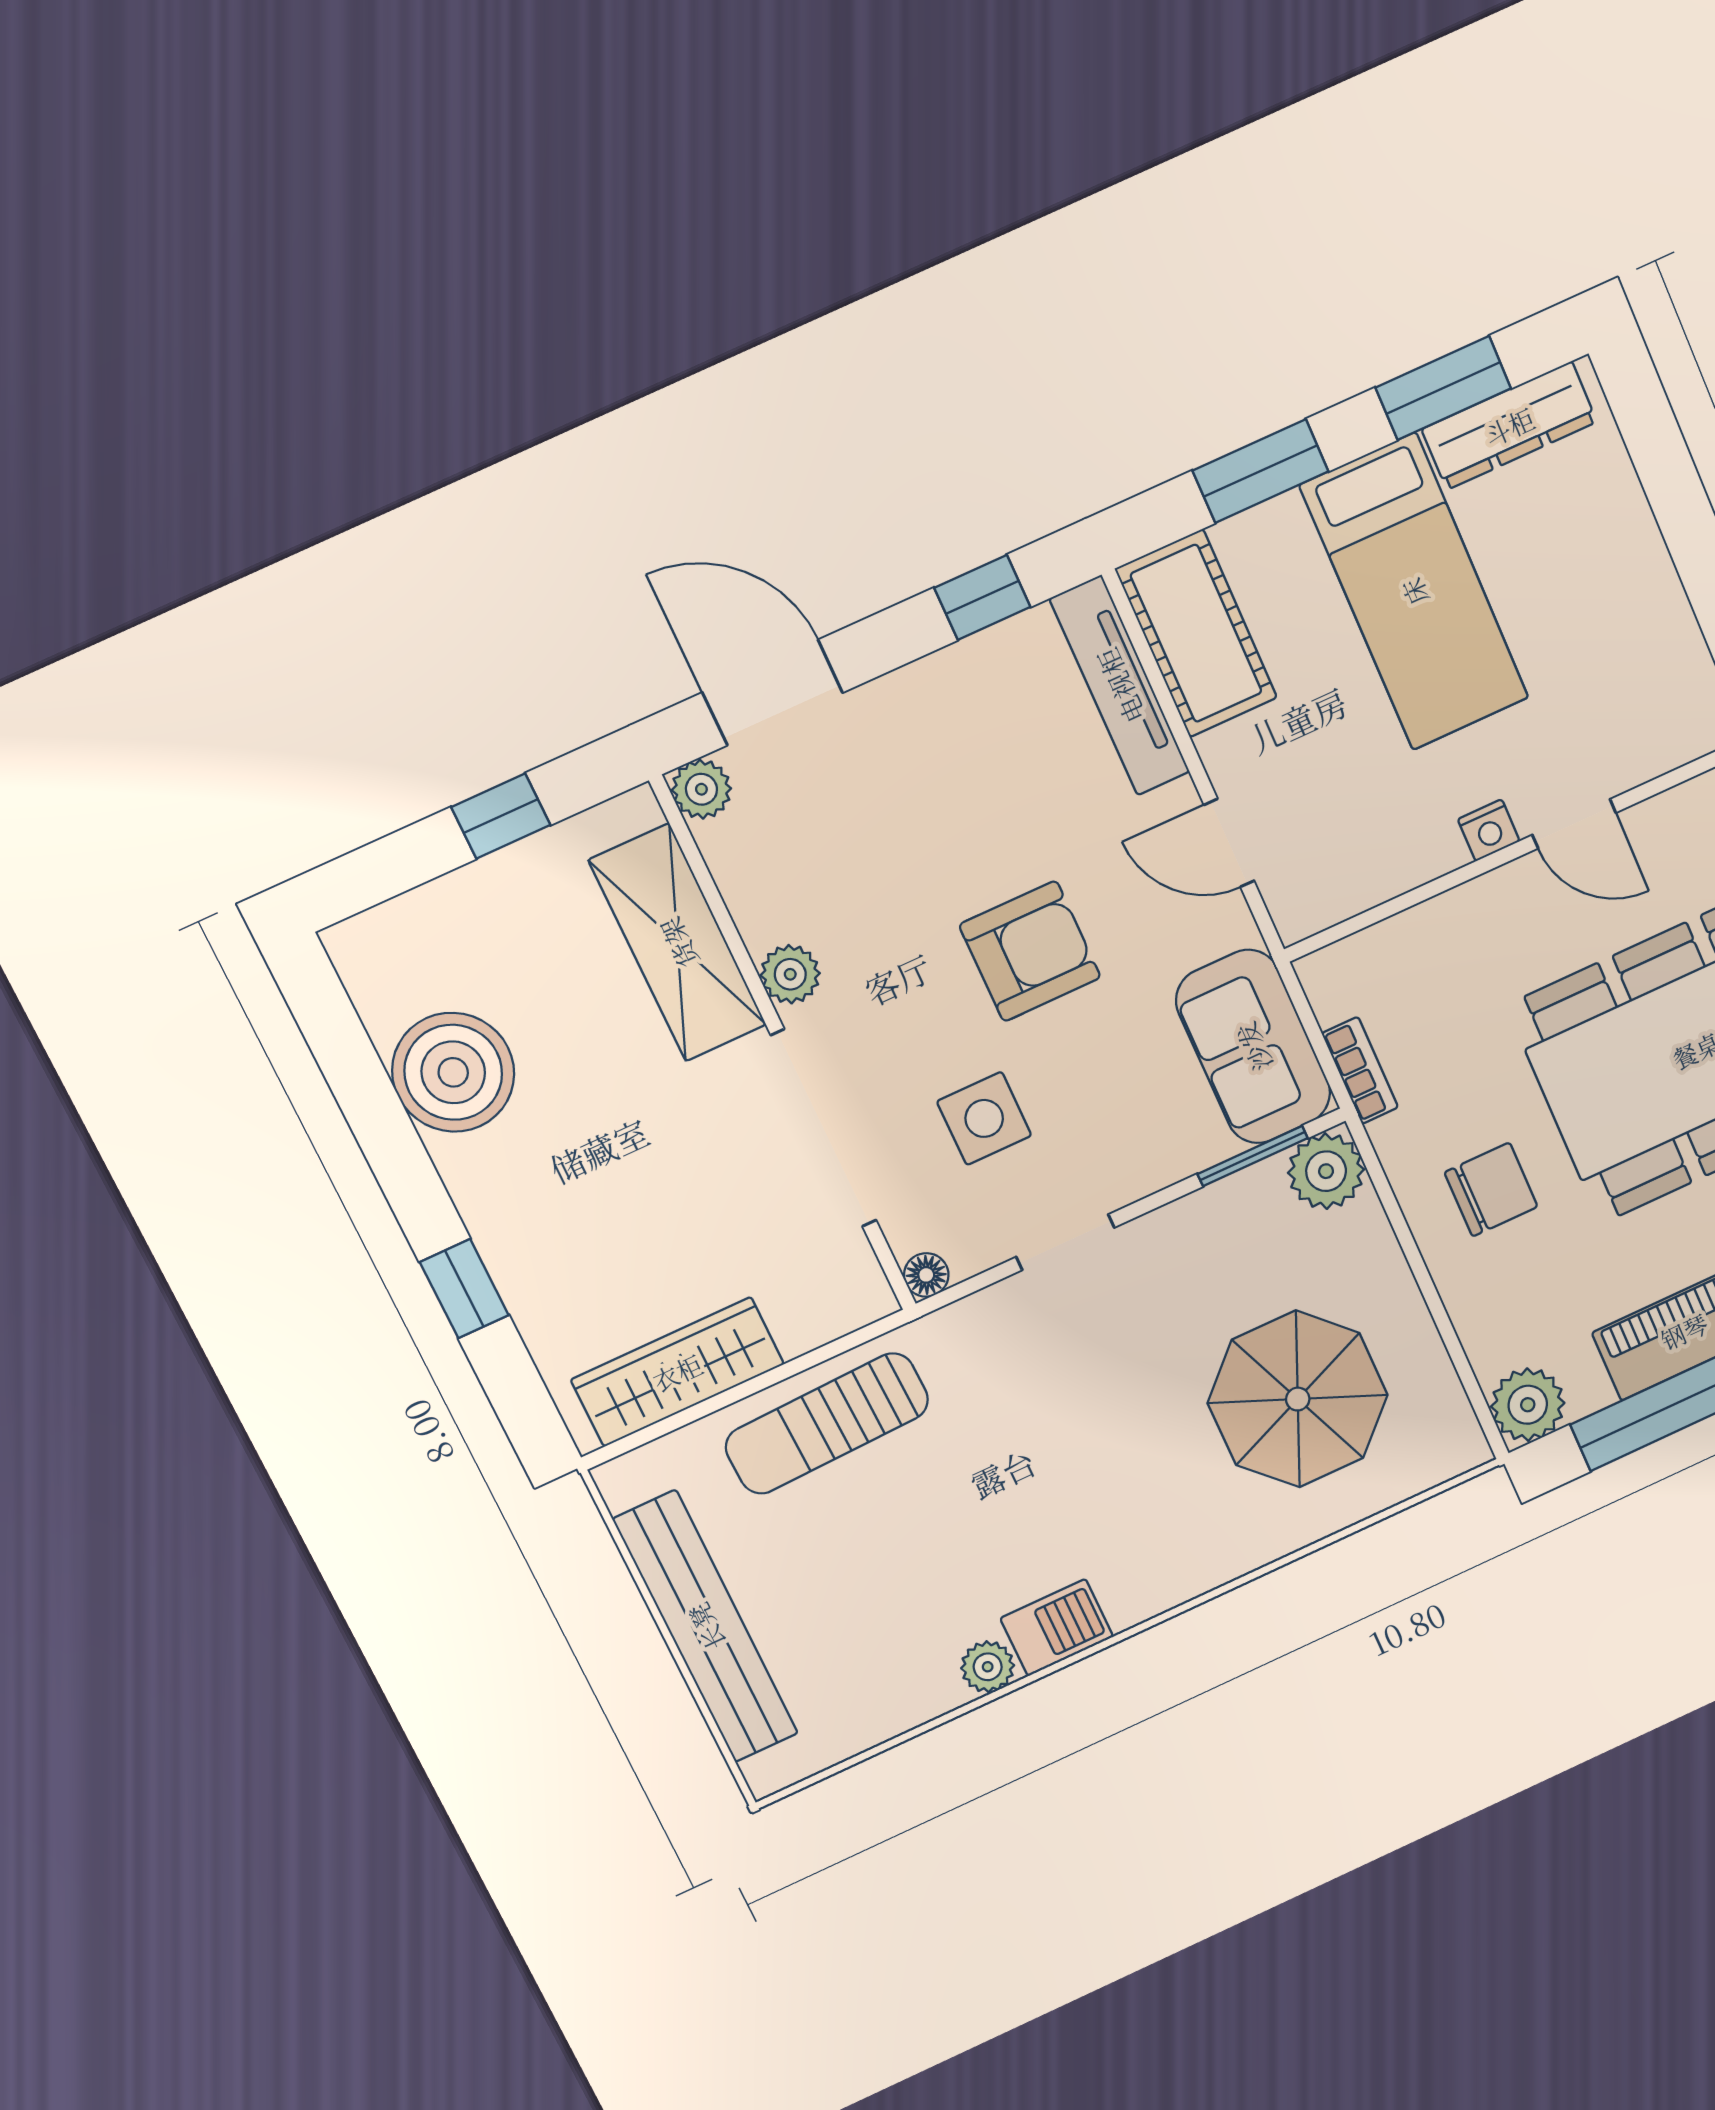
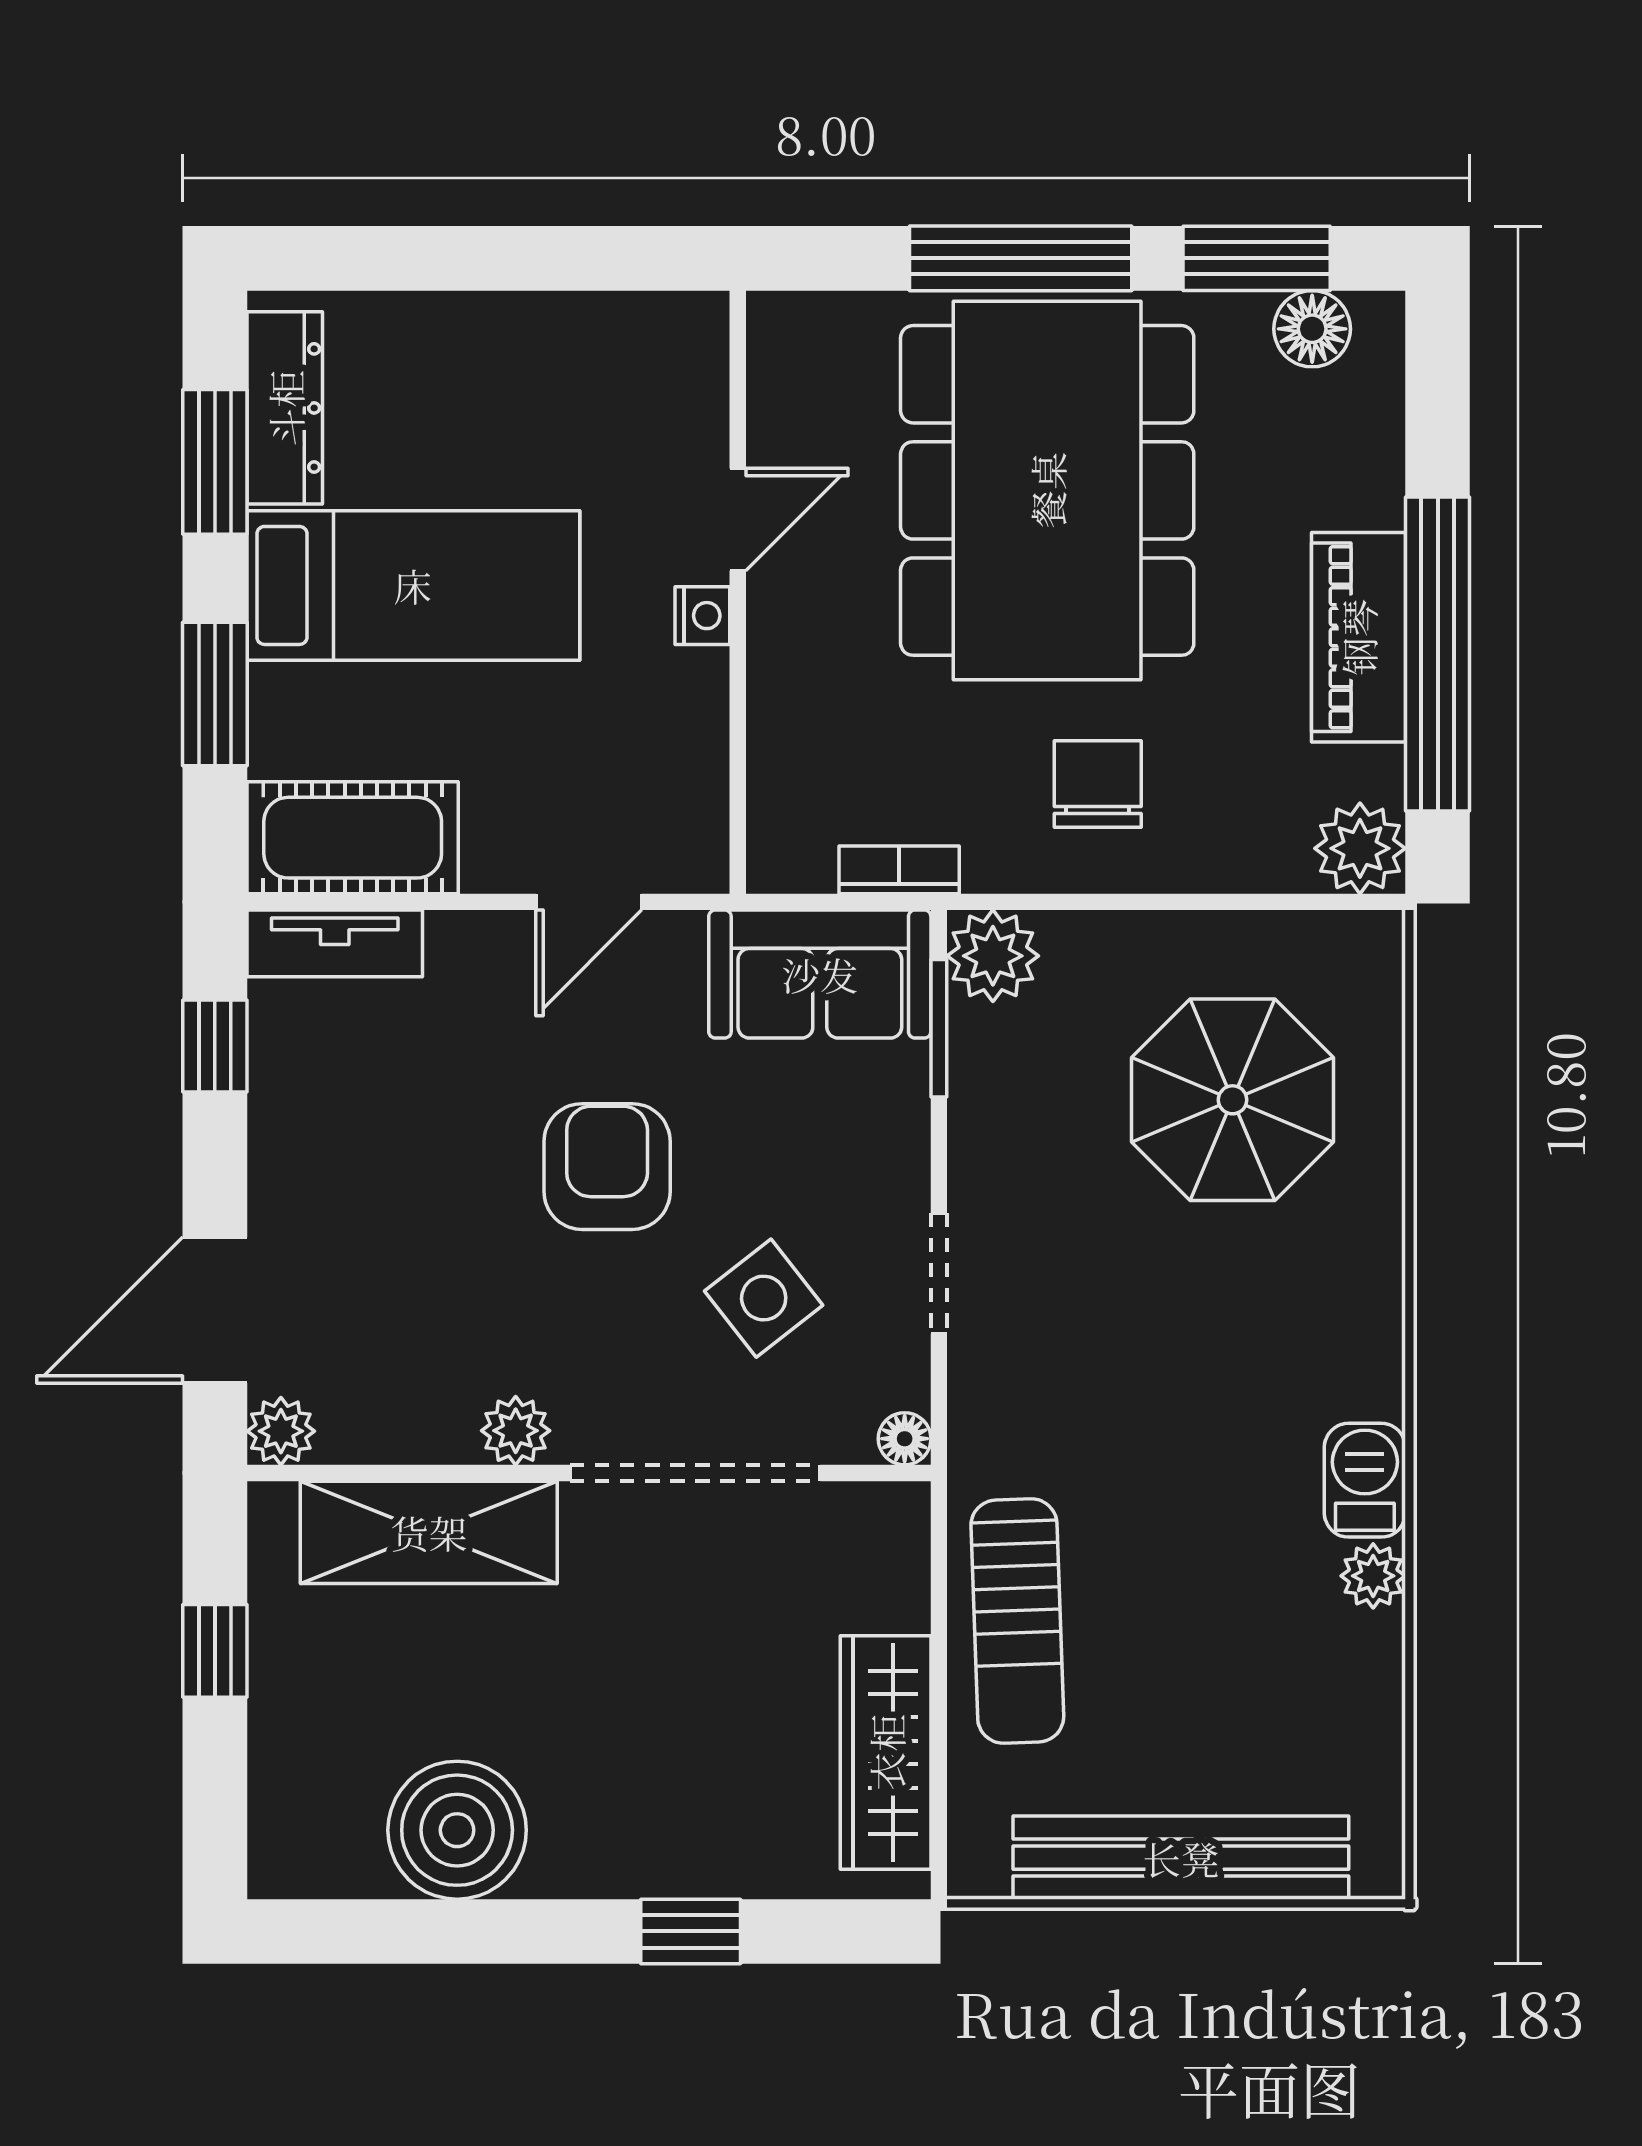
tv unit: (1120, 686) -> (335, 943), width x0.71
side table: (984, 1118) -> (764, 1298), turned -38

